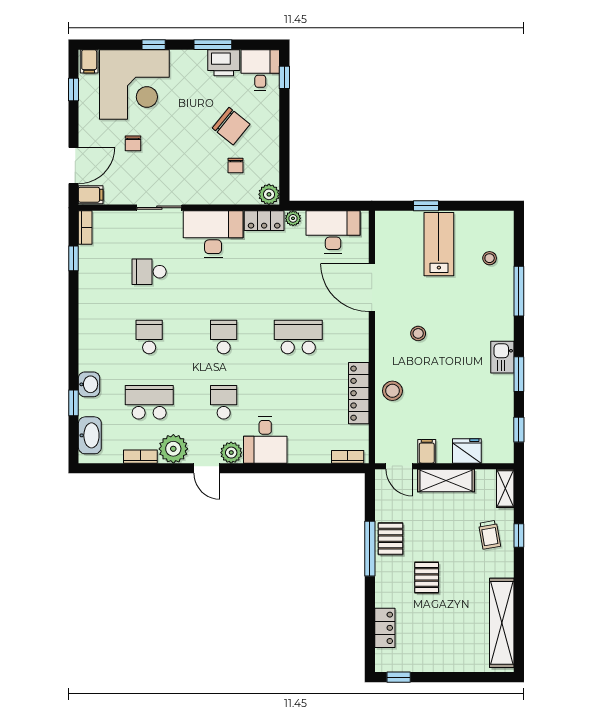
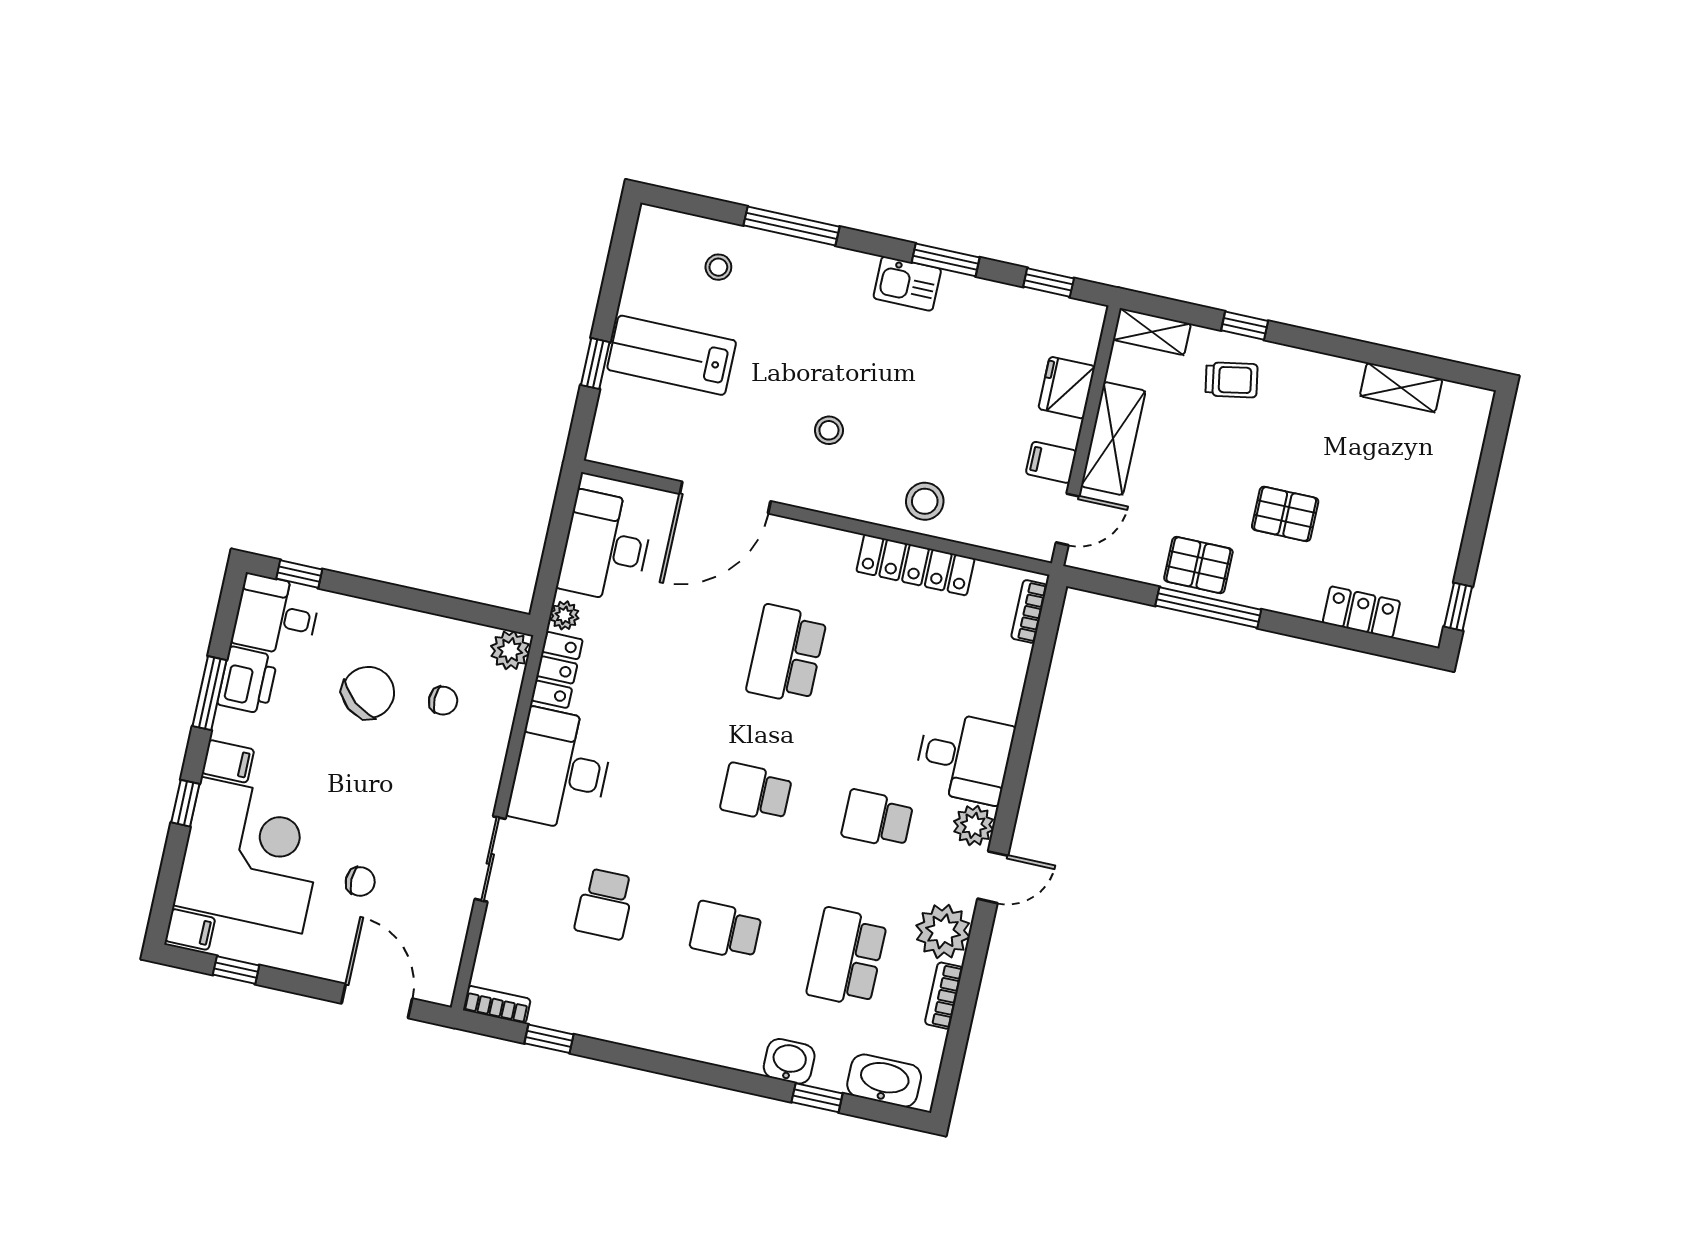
filing cabinet: (91, 195) -> (228, 761), moved, turned 90
shelving: (502, 623) -> (1401, 387), width x0.45, depth x0.75

